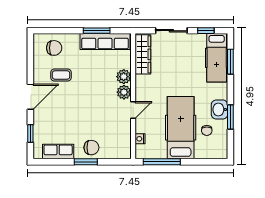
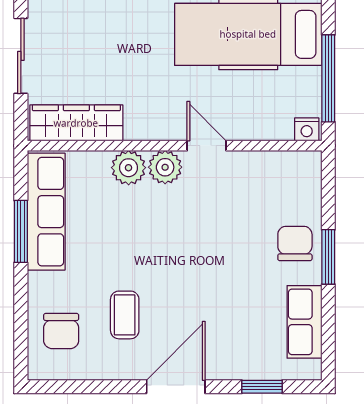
chair: (54, 48) -> (61, 331), turned 180
door: (30, 97) -> (176, 387), hinge flipped
nightstand: (140, 139) -> (307, 129), moved

